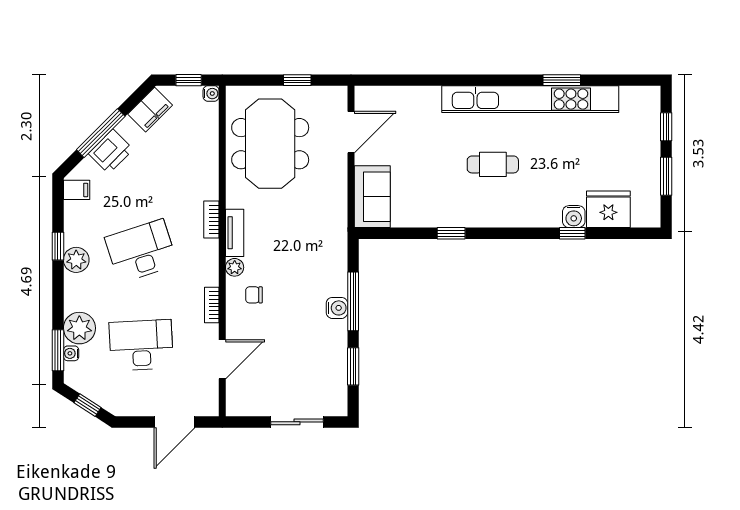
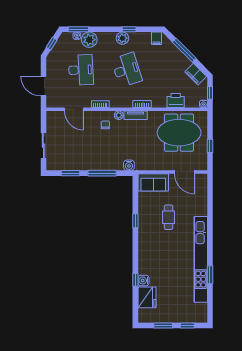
printer: (111, 151) -> (176, 101), moved, turned 135
cafe table: (493, 164) -> (169, 217), moved
water cooler: (337, 308) -> (129, 165), moved

